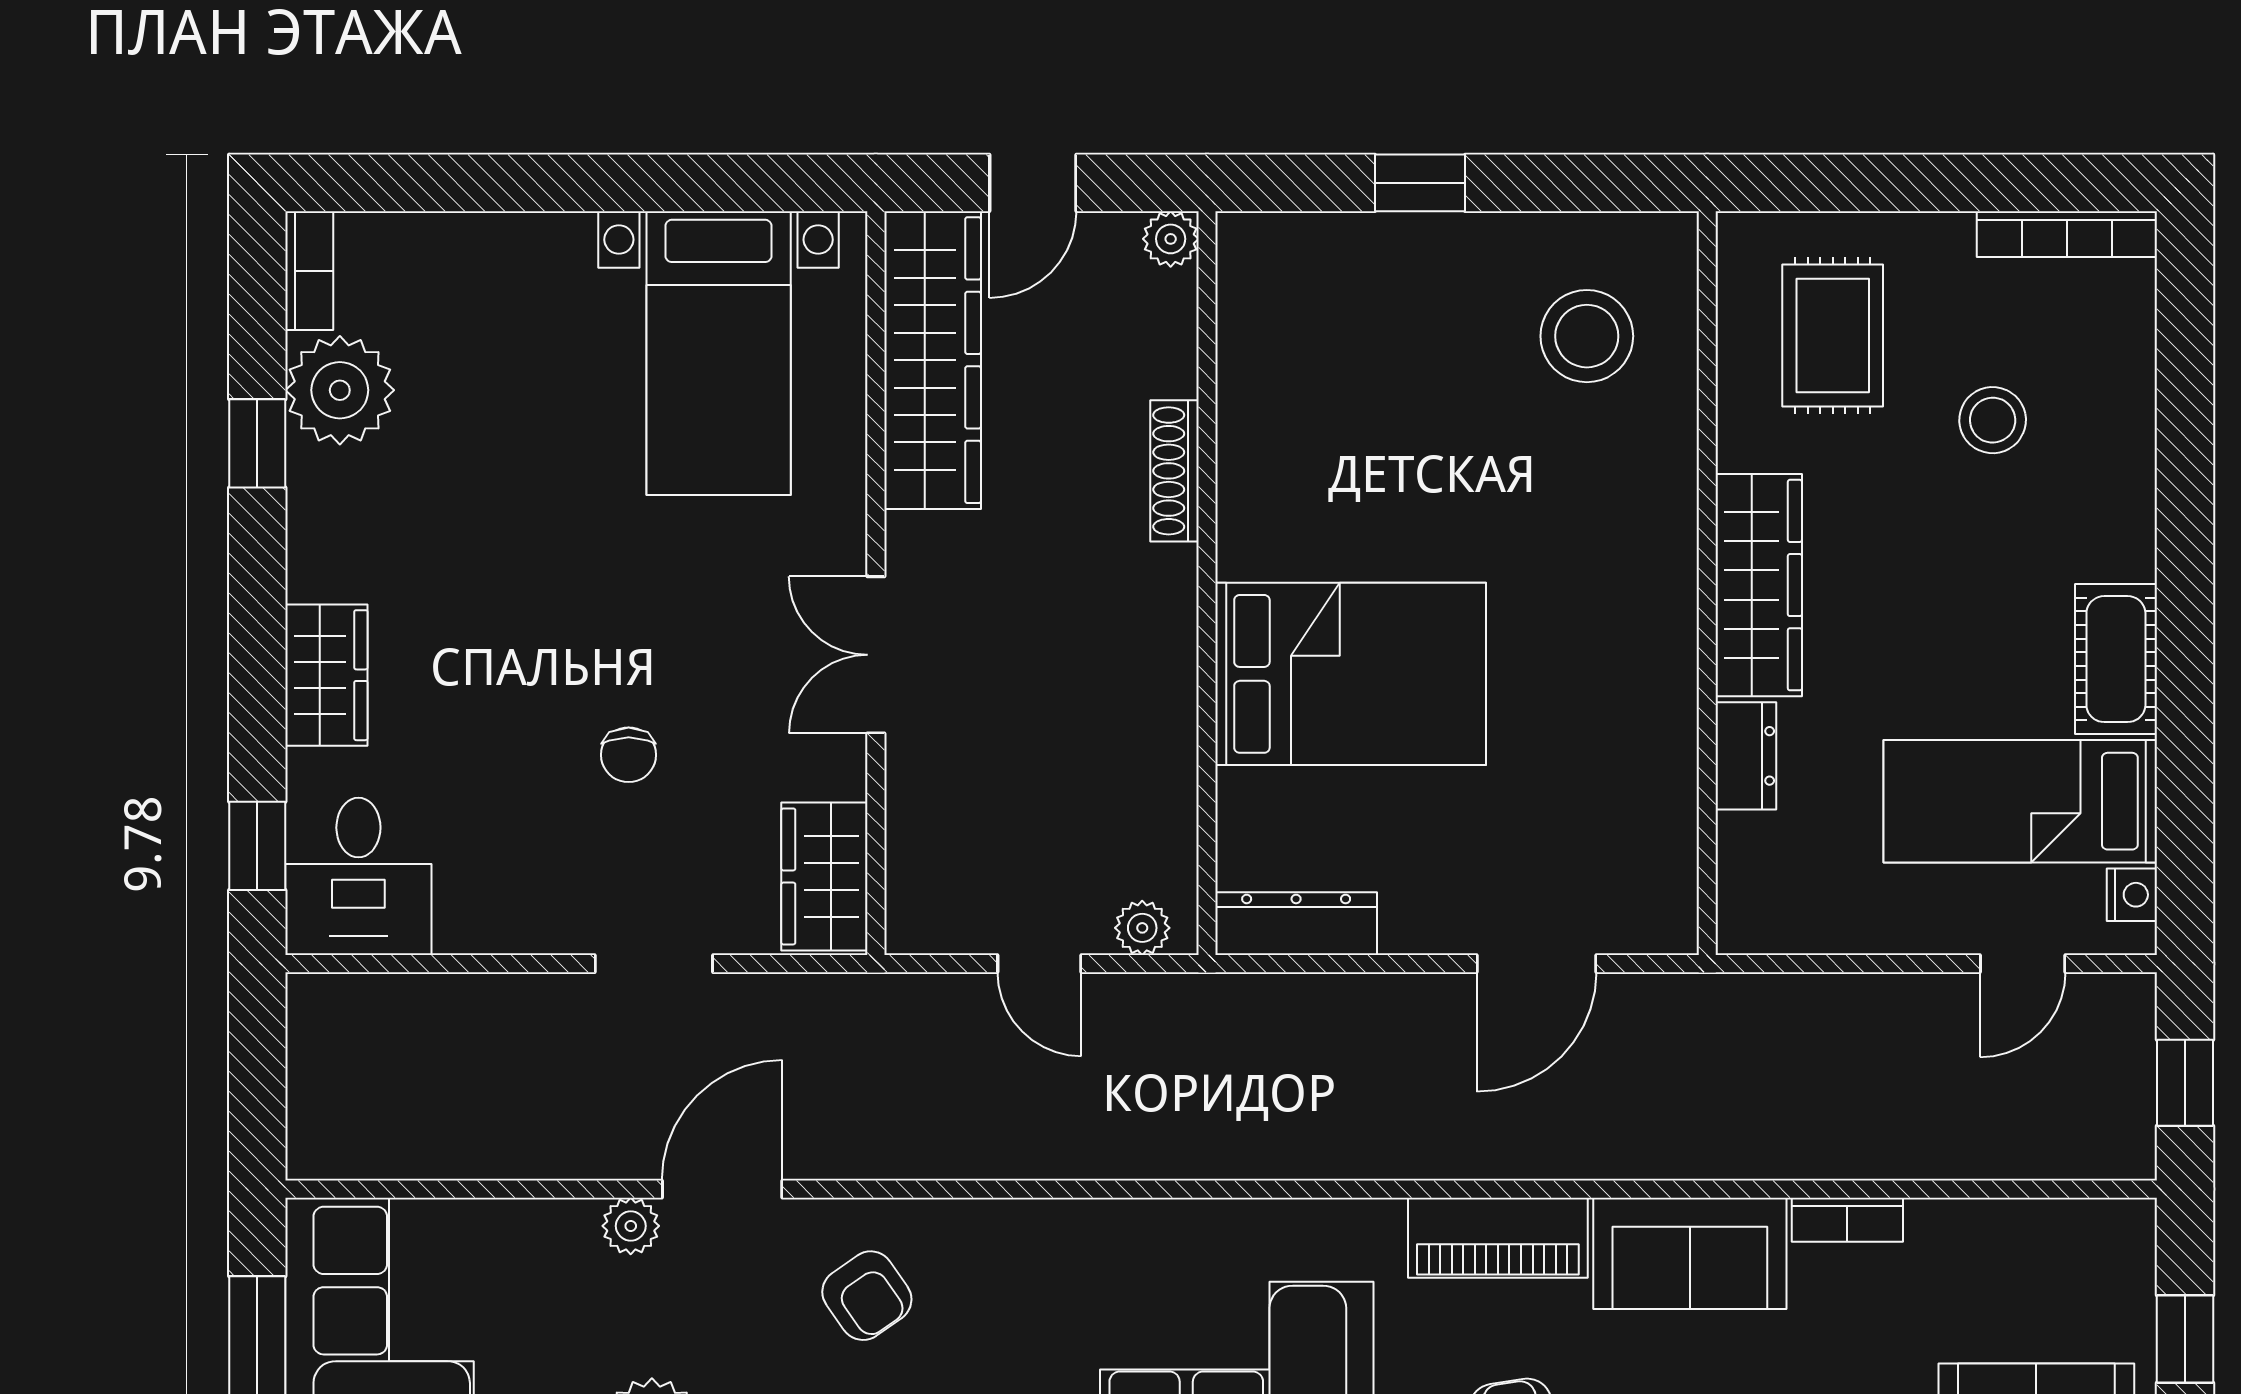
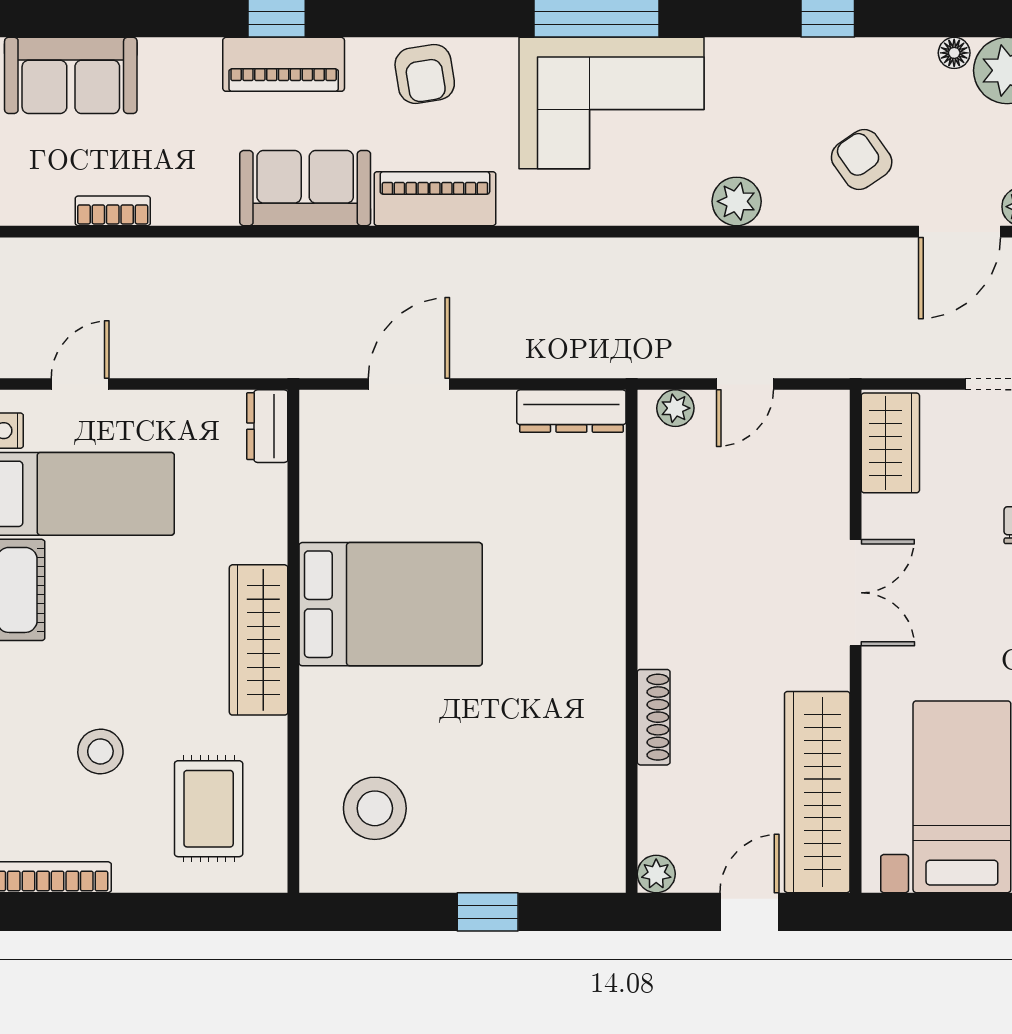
bed: (1351, 674) -> (391, 604), moved, turned 180
dresser: (1746, 756) -> (267, 426), moved
door: (1039, 964) -> (745, 384), swing flipped
bookcase: (1847, 1220) -> (113, 211), moved
plant: (1052, 1234) -> (737, 201), added

